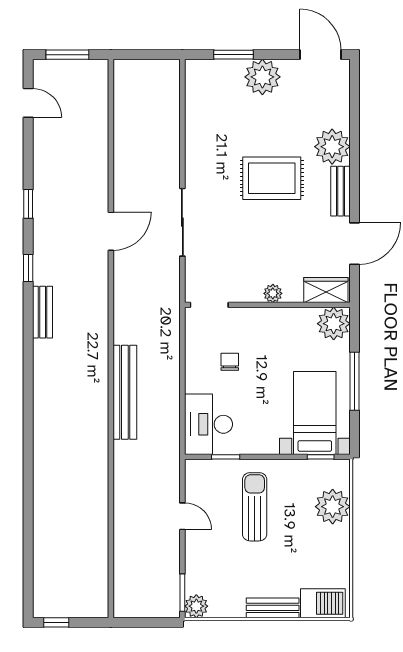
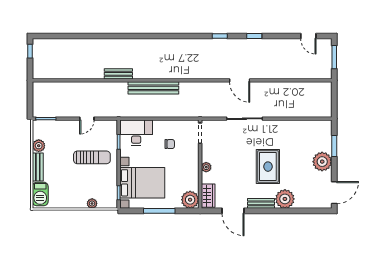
door: (28, 103) -> (308, 36), hinge flipped
bench: (43, 312) -> (118, 74), moved
bed with nightstands: (315, 413) -> (142, 183), width x1.36
plant: (333, 507) -> (92, 203), width x0.53, depth x0.53
plant: (196, 606) -> (39, 146), moved

